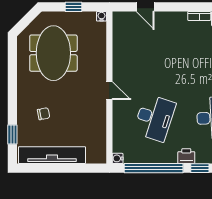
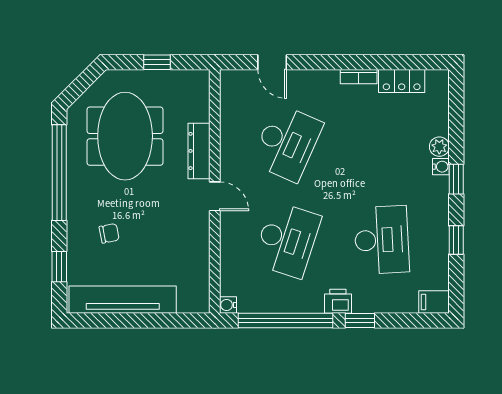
water cooler: (102, 16) -> (202, 77), removed
desk: (154, 57) -> (287, 143), added
dresser: (100, 62) -> (199, 151), added
window: (12, 76) -> (59, 173), added

